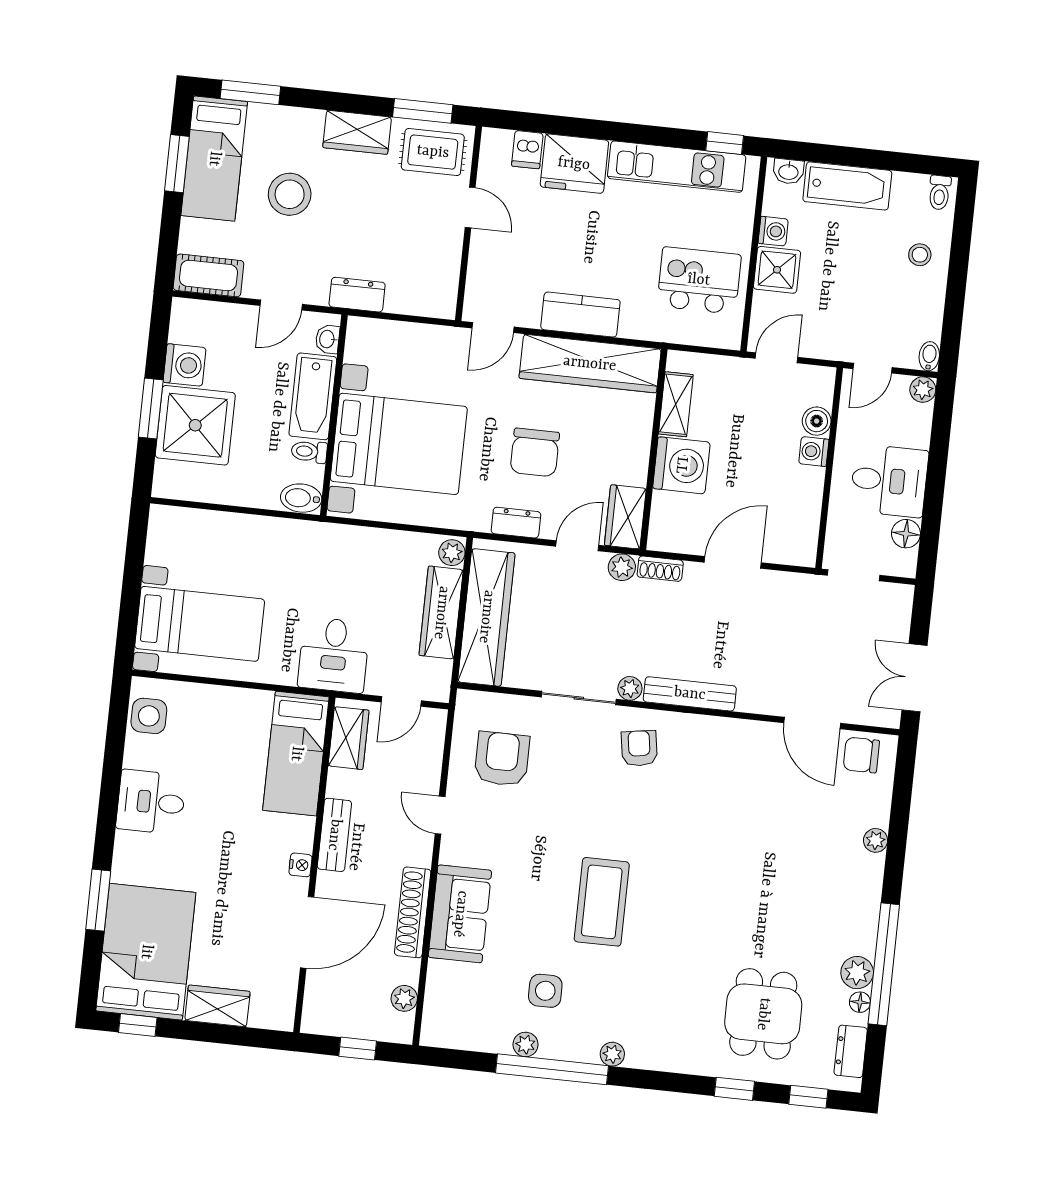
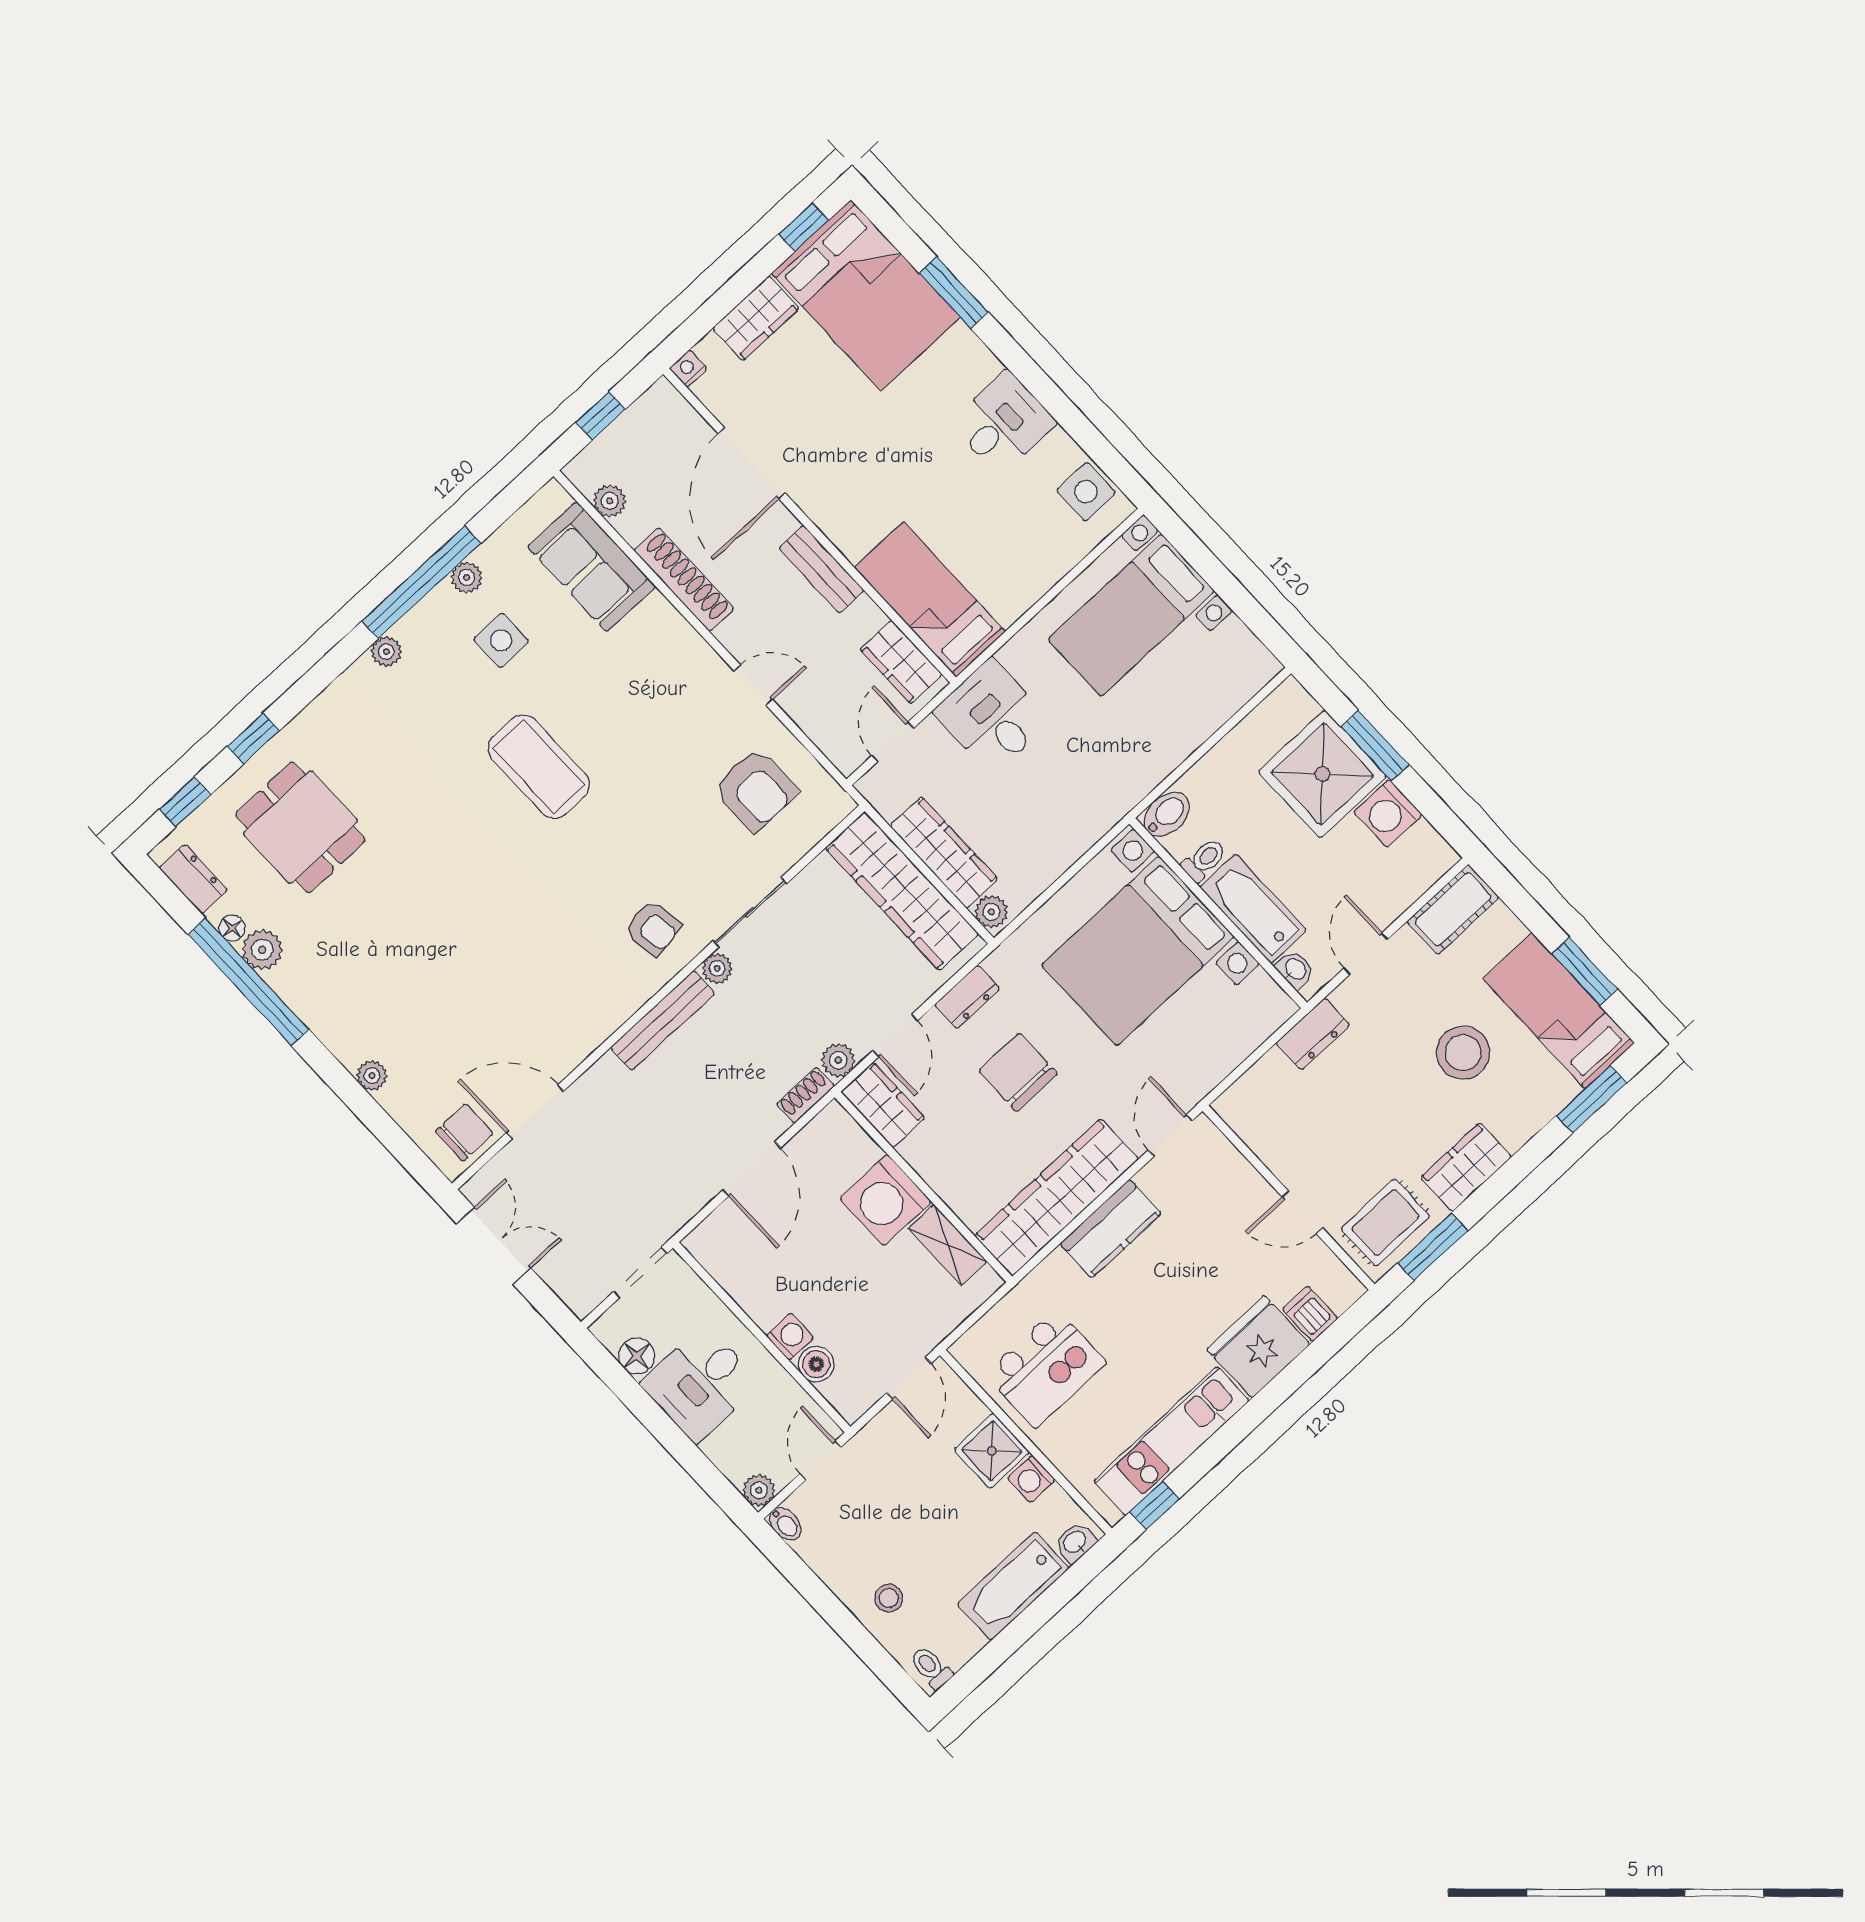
nightstand: (300, 865) -> (688, 369), moved, turned 90
sofa: (460, 914) -> (592, 567), moved

